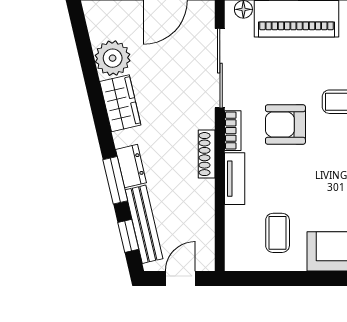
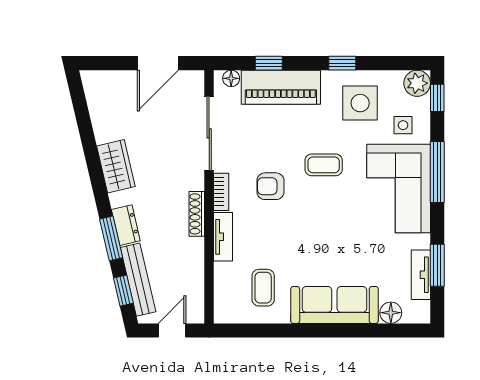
plant: (113, 58) -> (109, 124), removed
armchair: (285, 124) -> (271, 186), width x0.72, depth x0.72

